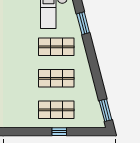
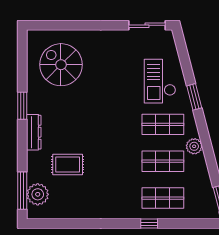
plant: (83, 66) -> (194, 146), added
window: (59, 132) -> (149, 224), moved

